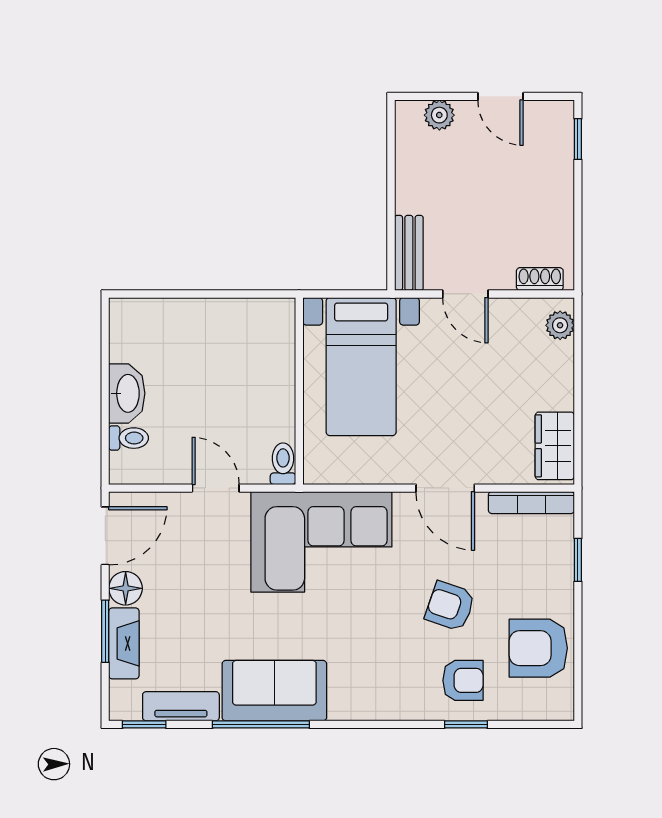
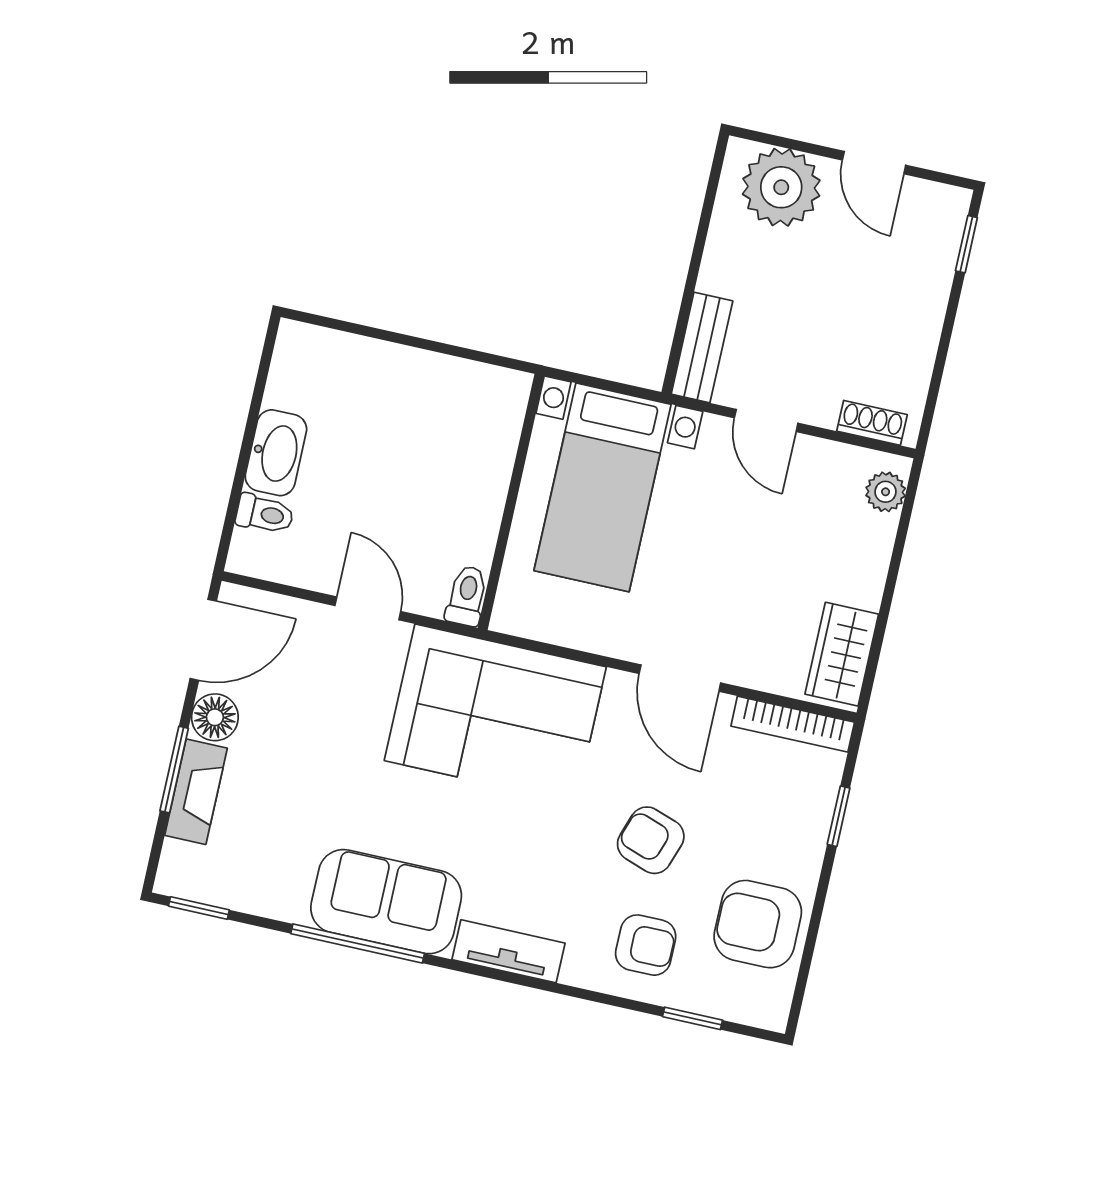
plant: (439, 115) -> (781, 187), width x1.87, depth x1.87
tv unit: (181, 706) -> (508, 951), moved
window: (466, 724) -> (693, 1018), moved

